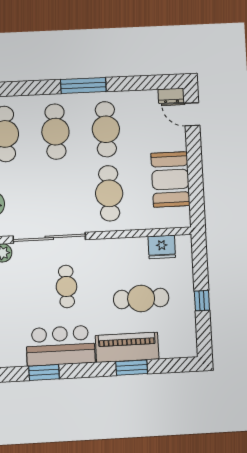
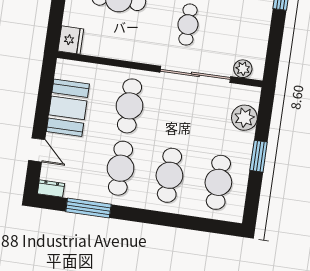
window: (83, 86) -> (88, 208), moved
door: (192, 114) -> (37, 150), moved
fridge: (162, 247) -> (71, 40), moved, turned 90

